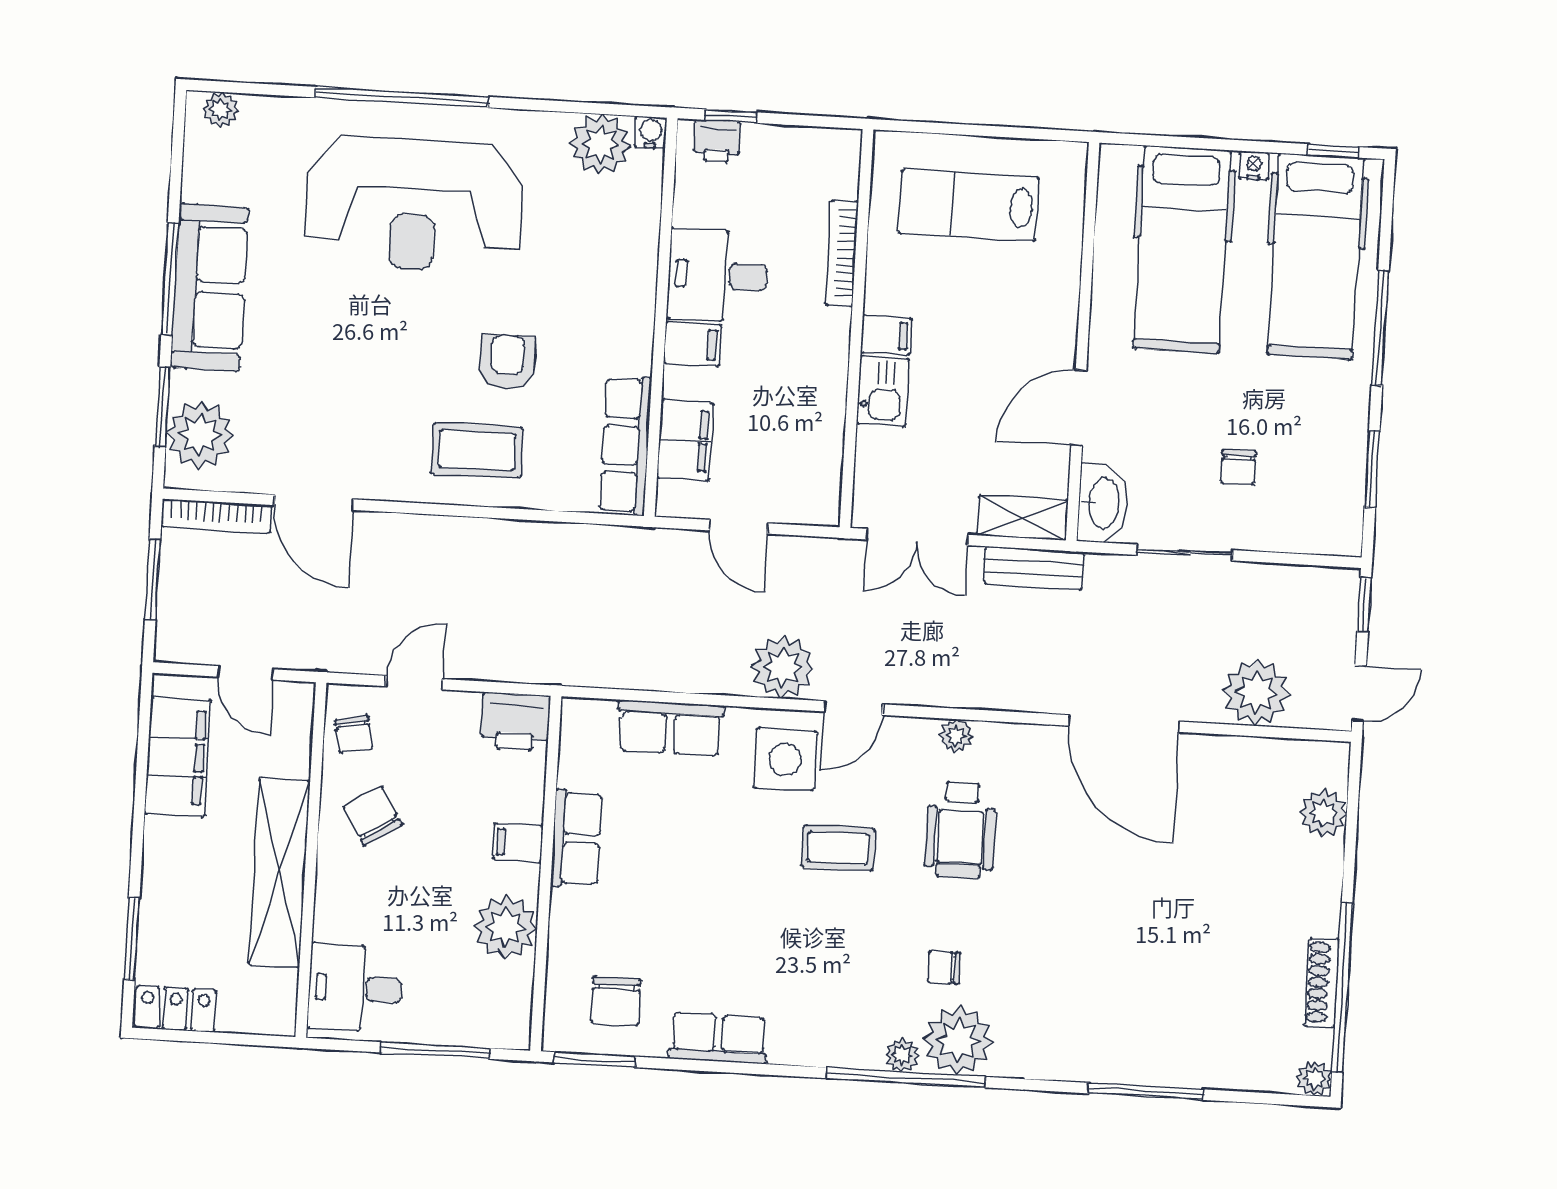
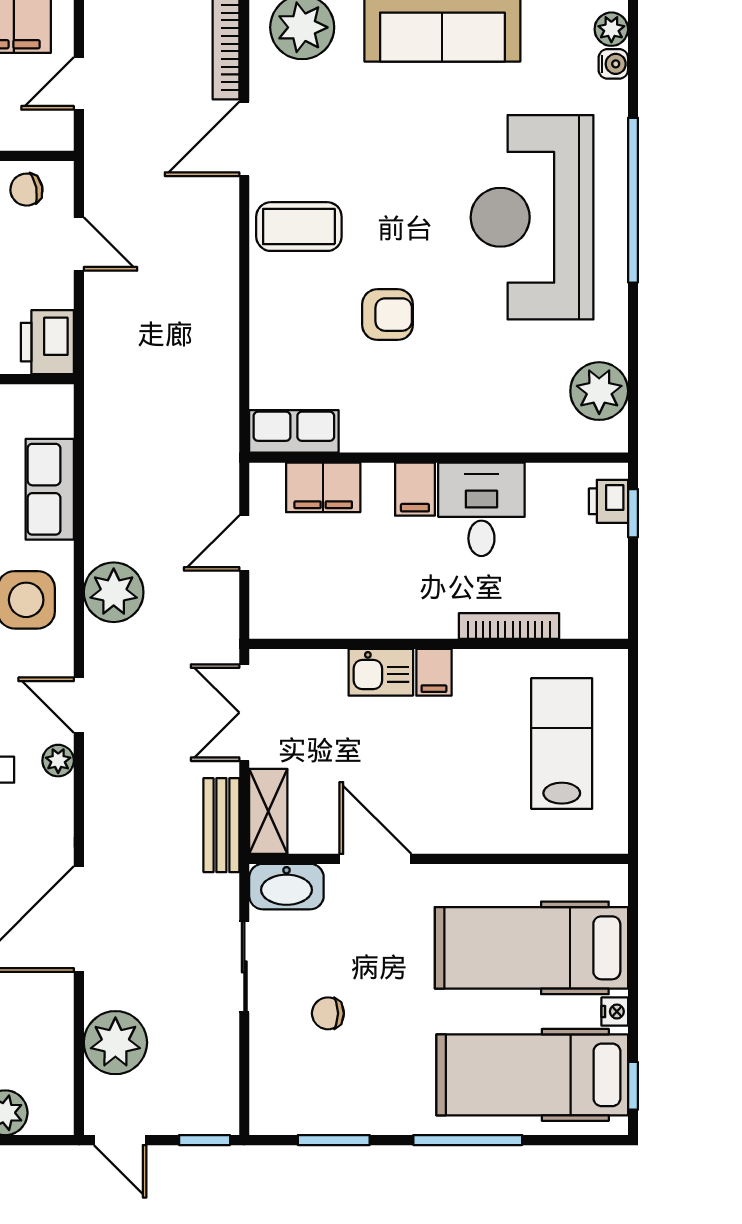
water cooler: (651, 132) -> (613, 64), moved
row of seats: (626, 445) -> (294, 431), width x0.68
coffee table: (477, 450) -> (299, 227), moved, turned 90
door: (853, 708) -> (79, 705), moved

